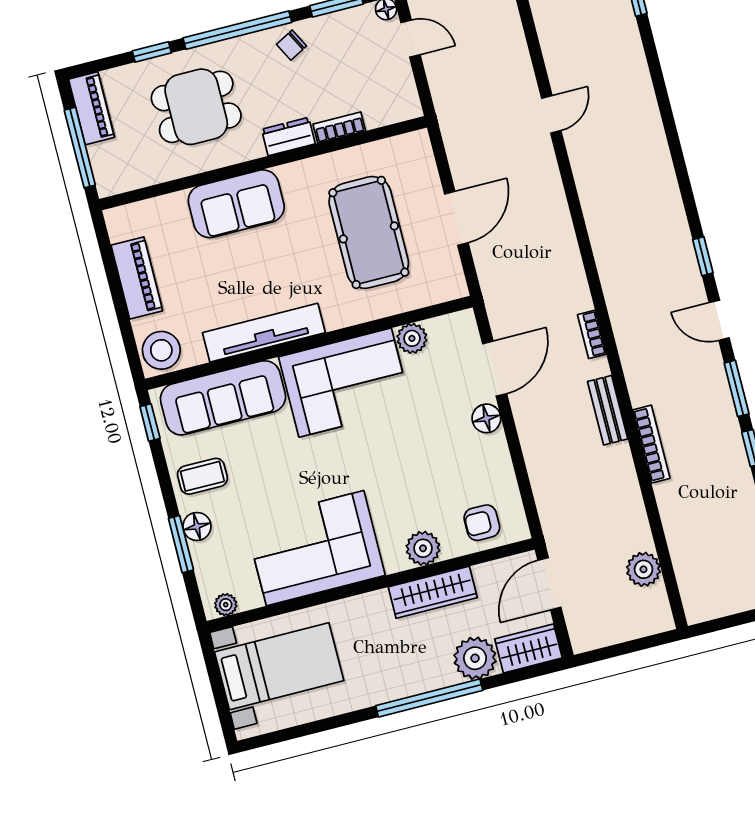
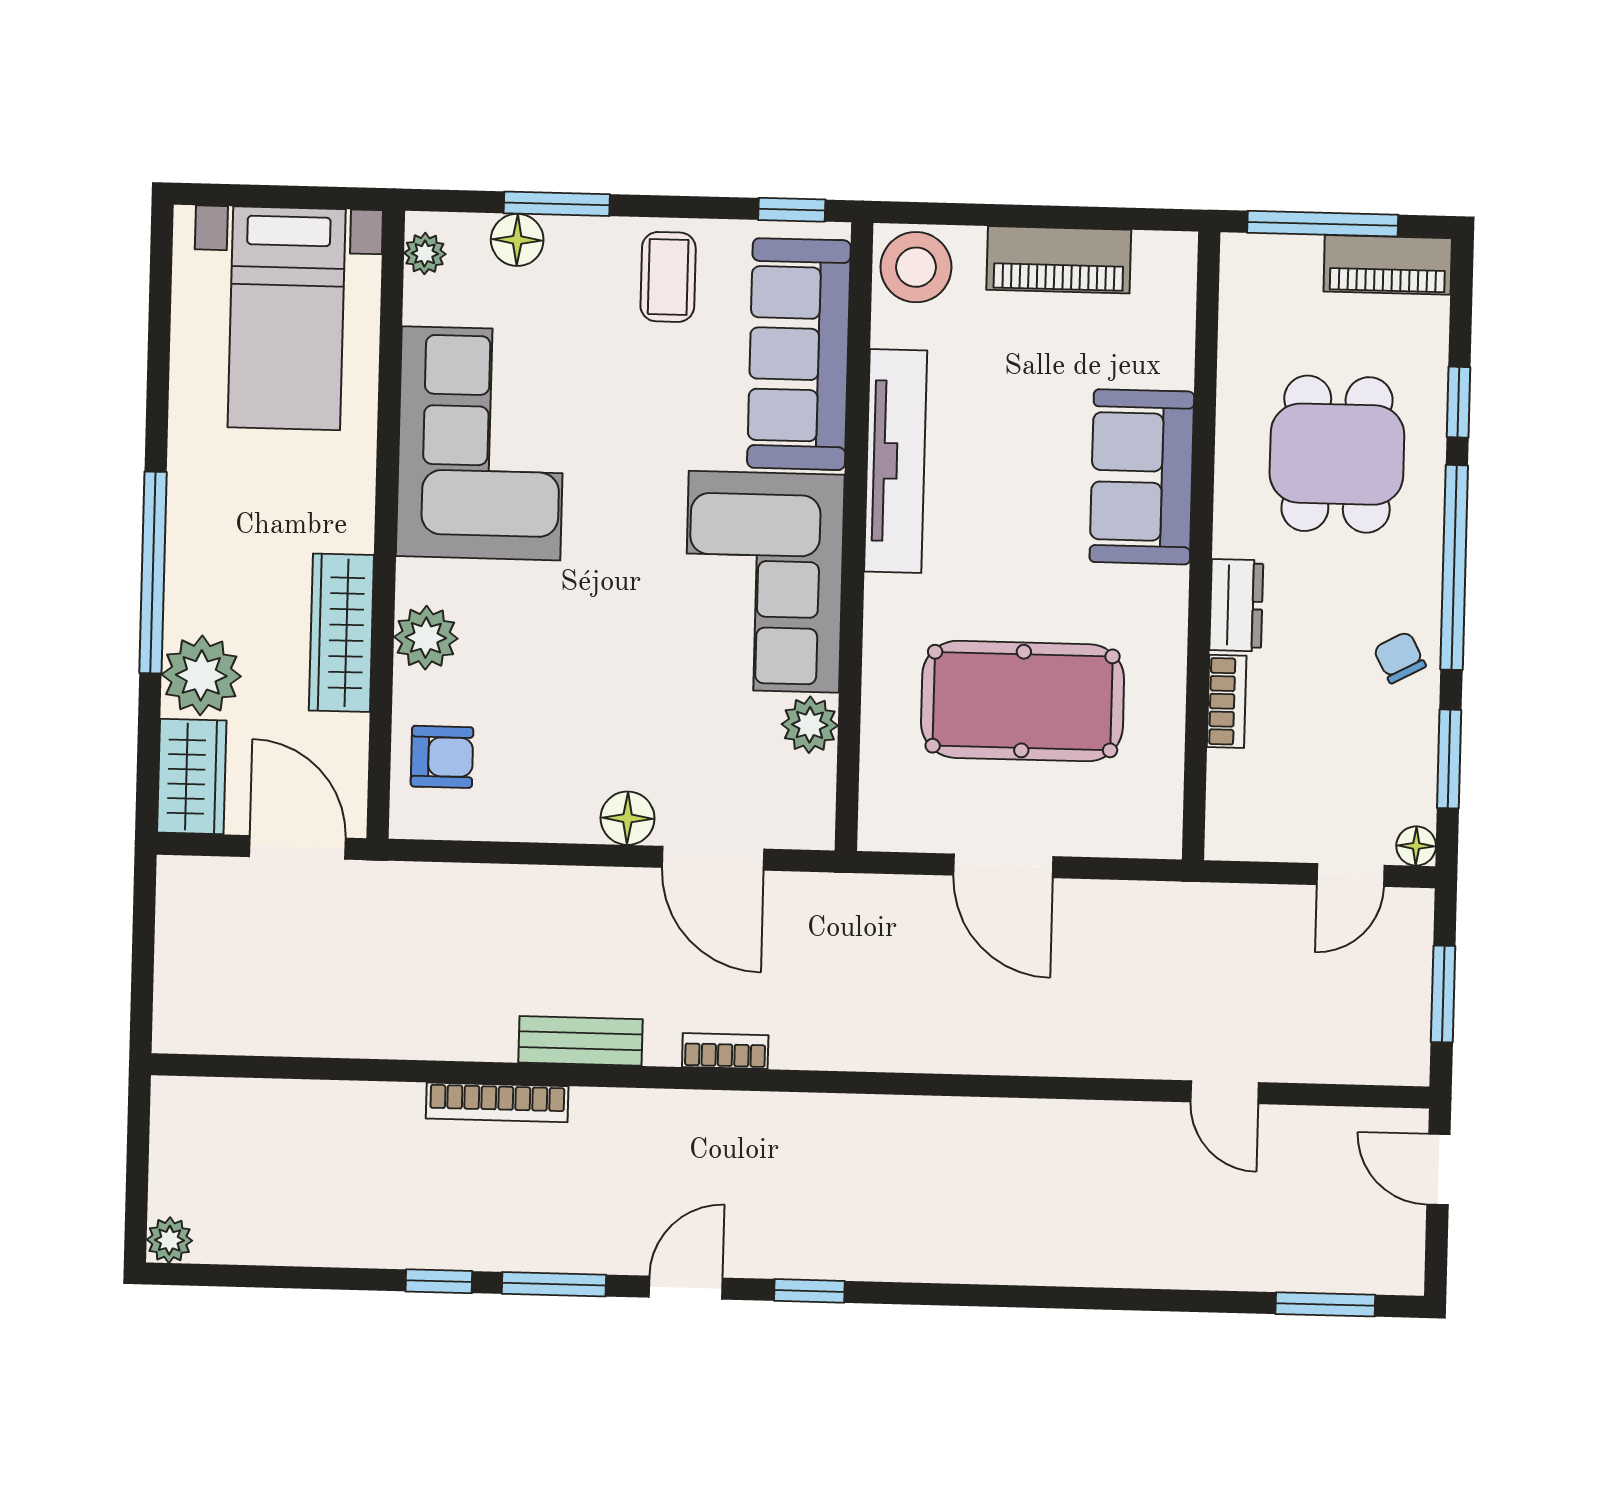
door: (551, 114) -> (1225, 1092), moved
armchair: (482, 523) -> (442, 757), turned 90
floor lamp: (197, 526) -> (517, 240), moved
plant: (643, 569) -> (276, 1024), removed

